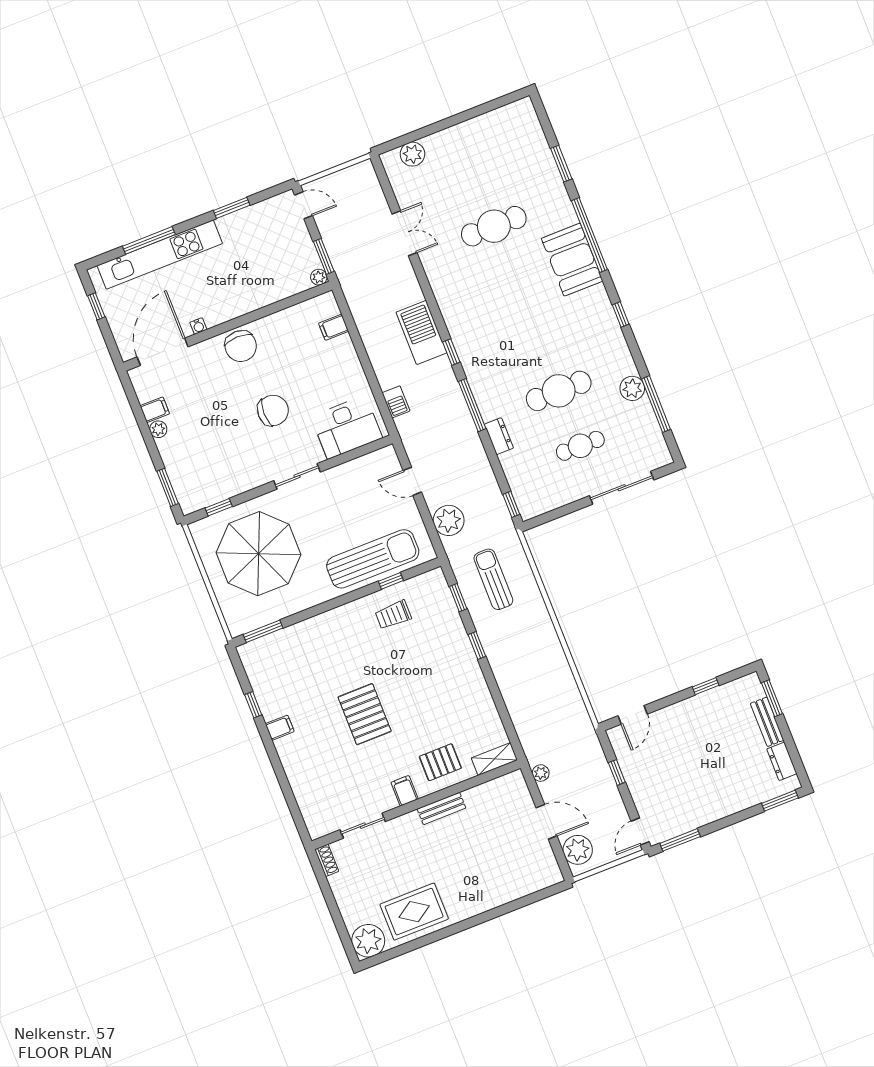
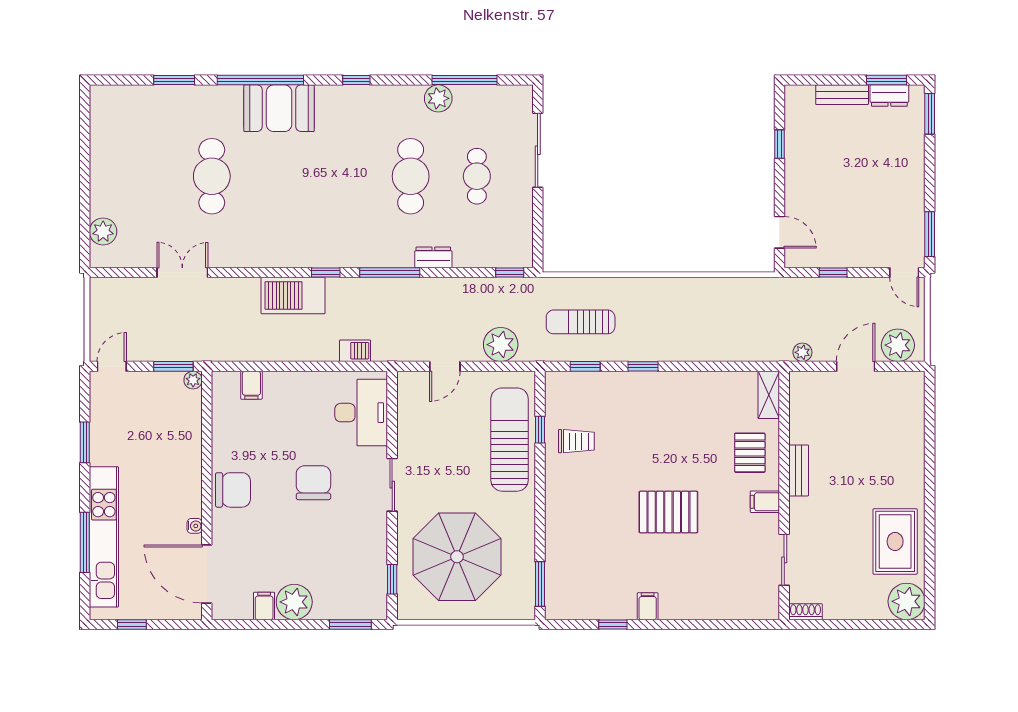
plant: (158, 429) -> (294, 602), width x1.88, depth x1.88
trolley: (393, 615) -> (576, 441), turned -90
window: (772, 698) -> (886, 80), moved

